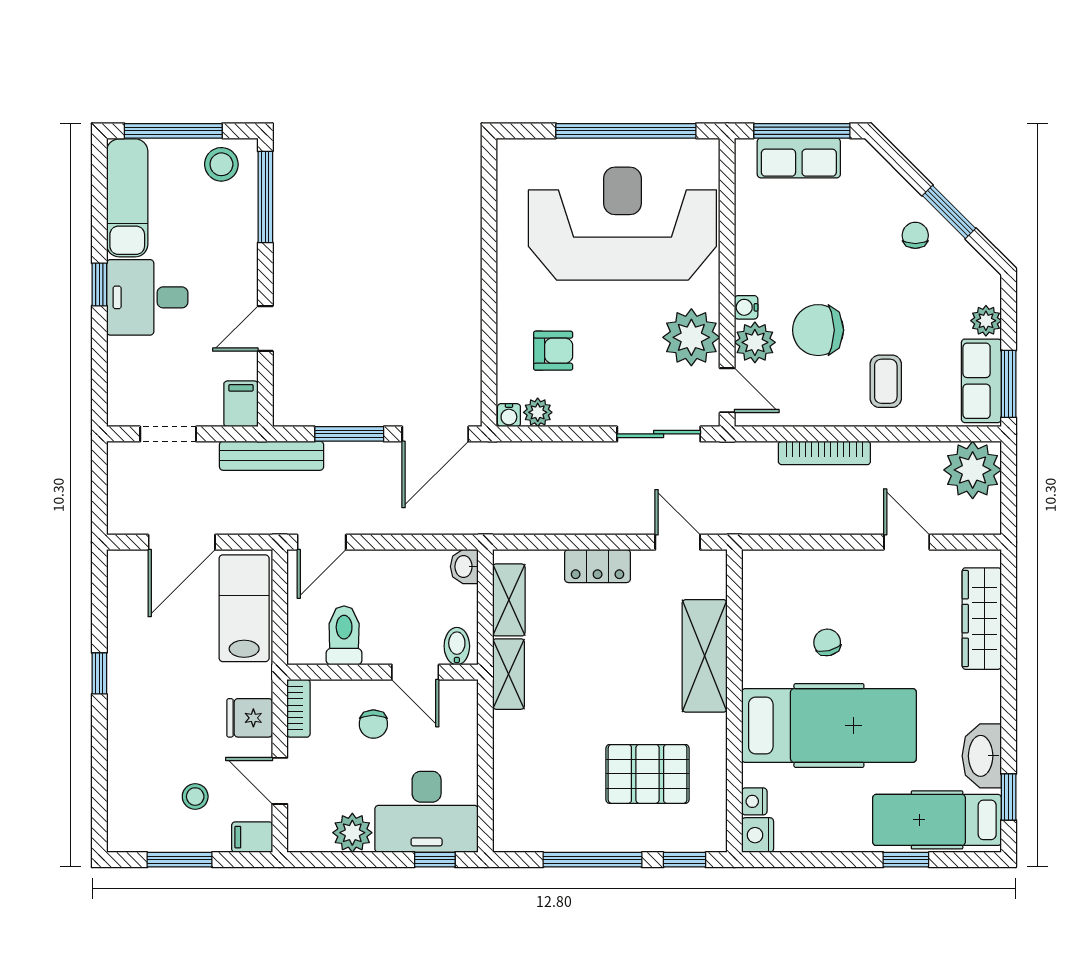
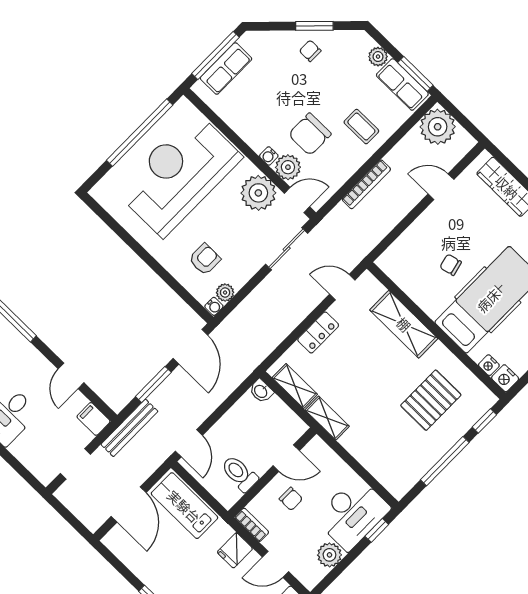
bidet: (457, 646) -> (293, 429), removed

